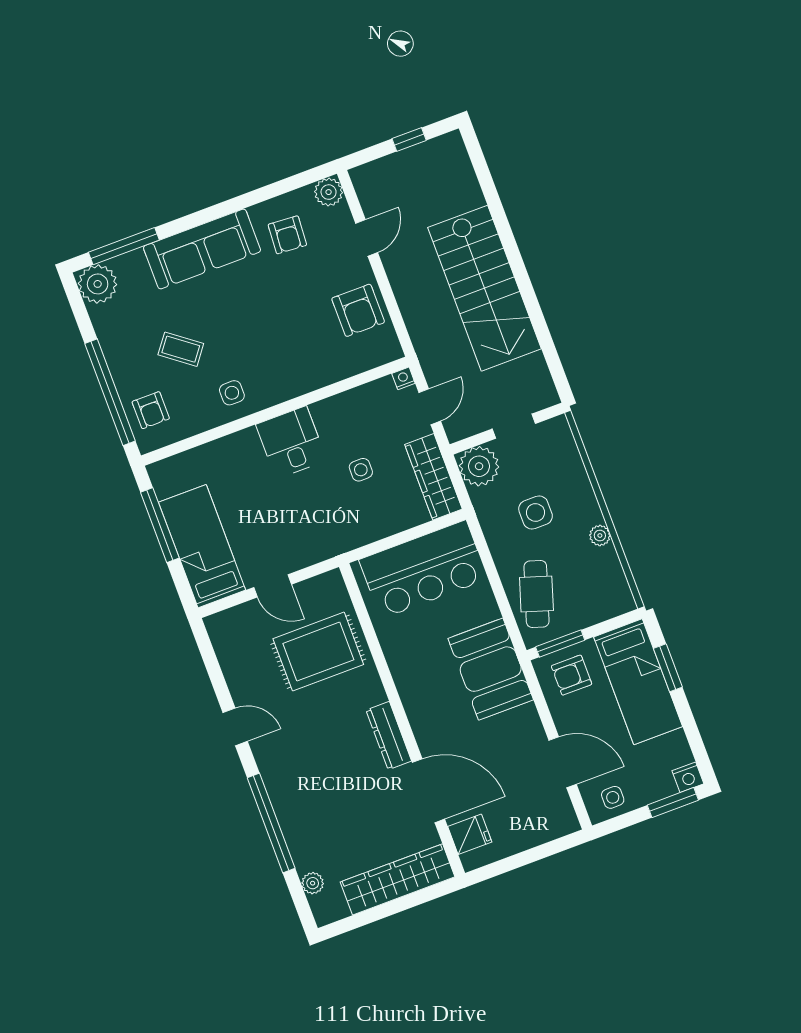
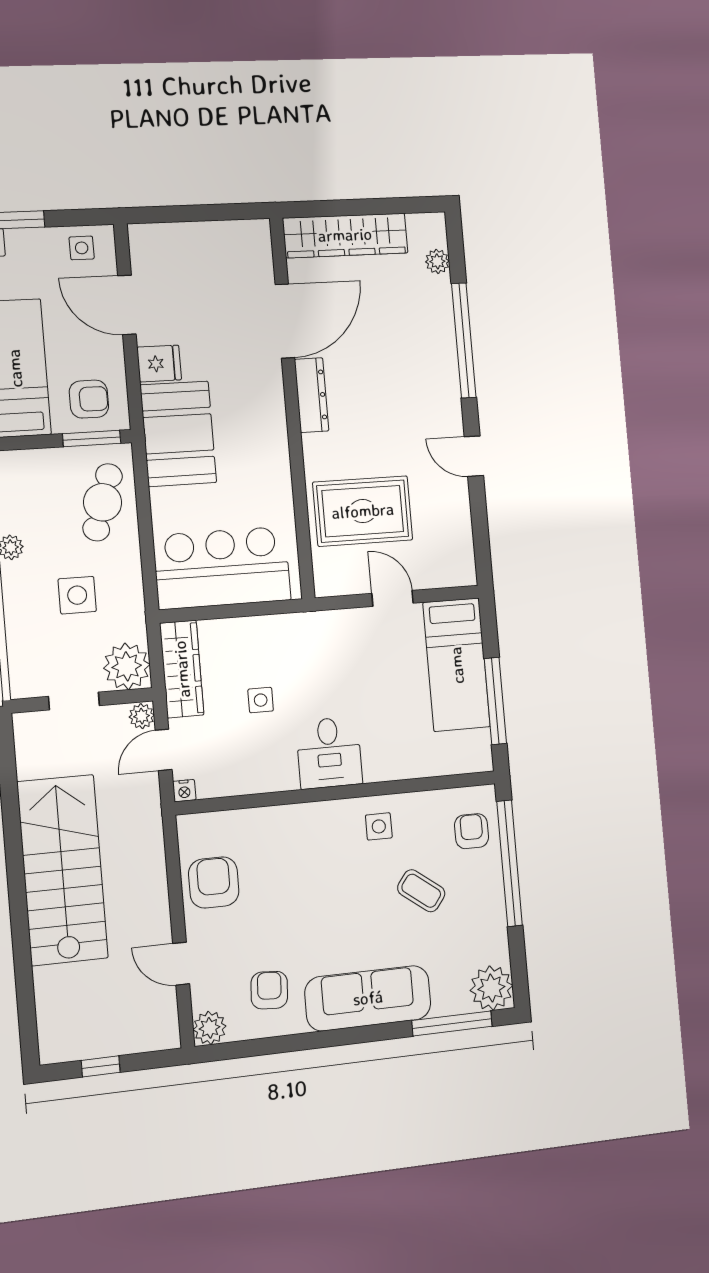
door: (367, 238) -> (181, 964), hinge flipped
plant: (455, 429) -> (142, 716), added
door: (428, 791) -> (285, 321), swing flipped
fridge: (470, 834) -> (159, 364), moved, turned 180

